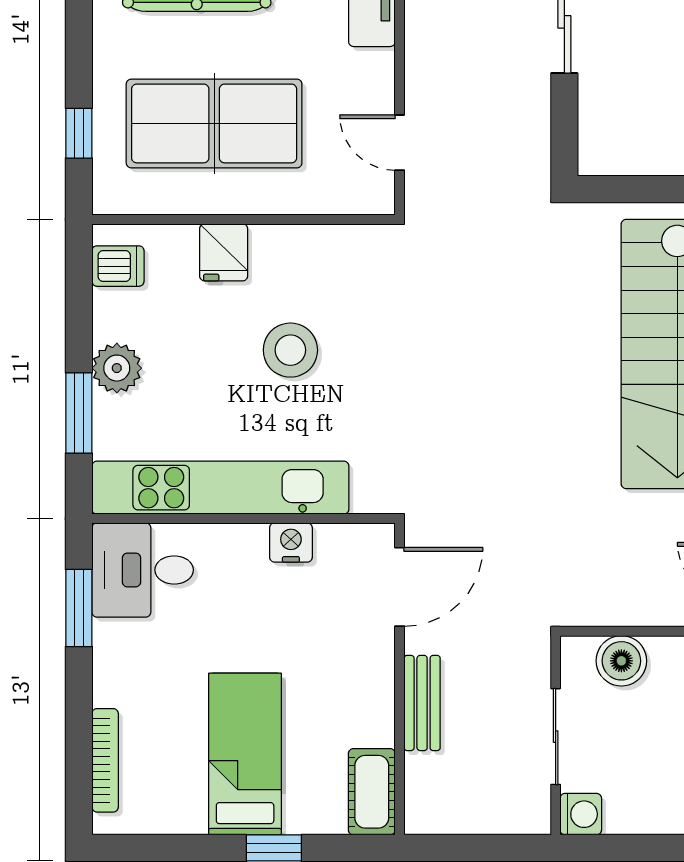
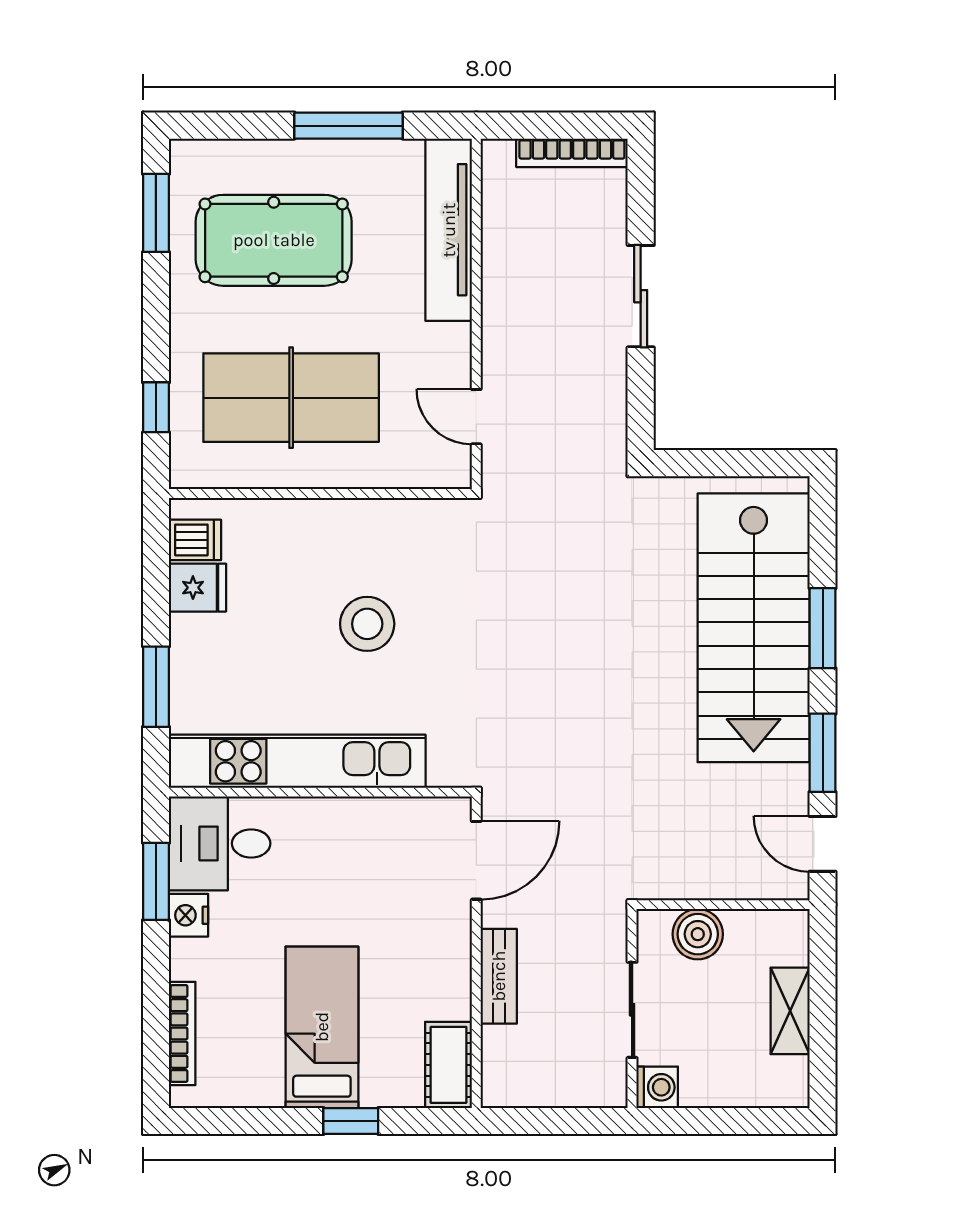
fridge: (224, 252) -> (198, 588), moved, turned -90
plant: (117, 368) -> (194, 642), removed
nightstand: (291, 542) -> (189, 915), moved, turned -90

